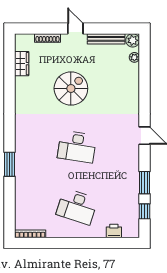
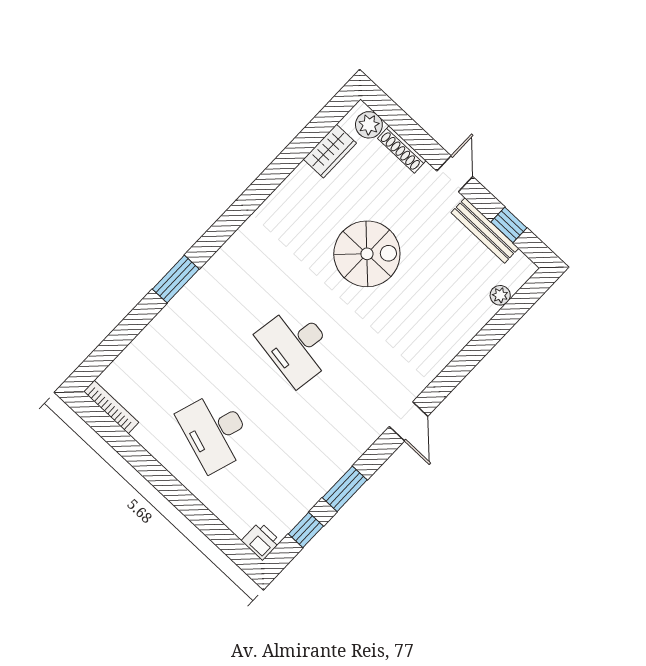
window: (113, 29) -> (509, 225), added
plant: (133, 40) -> (369, 125), moved
printer: (114, 231) -> (261, 541), moved

